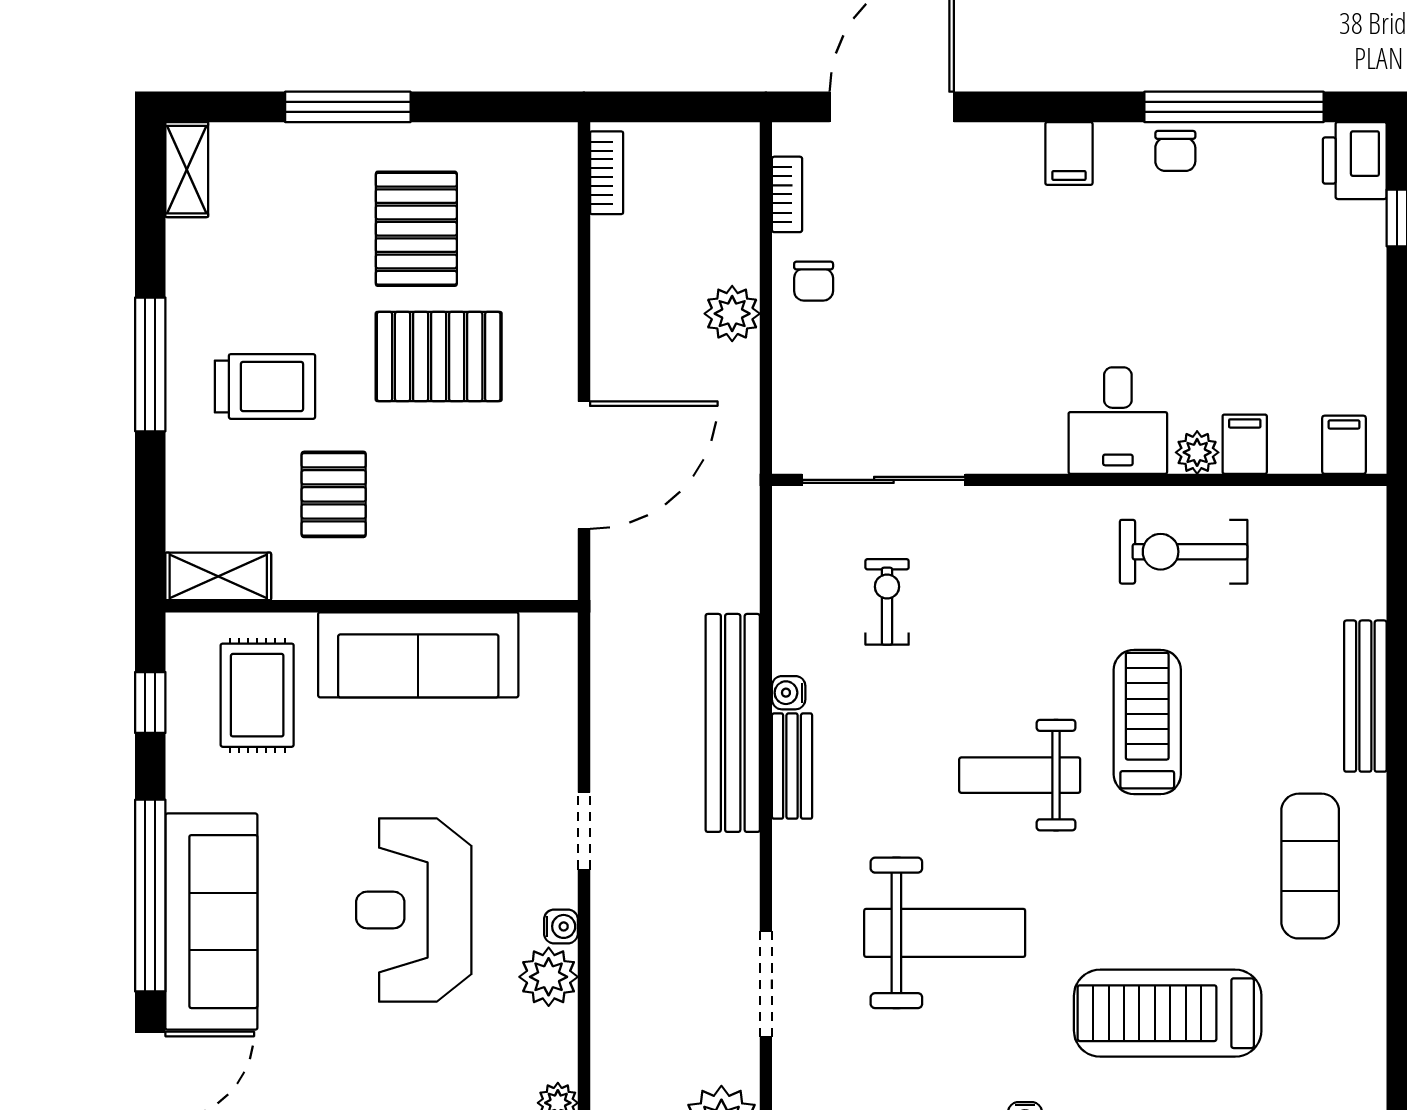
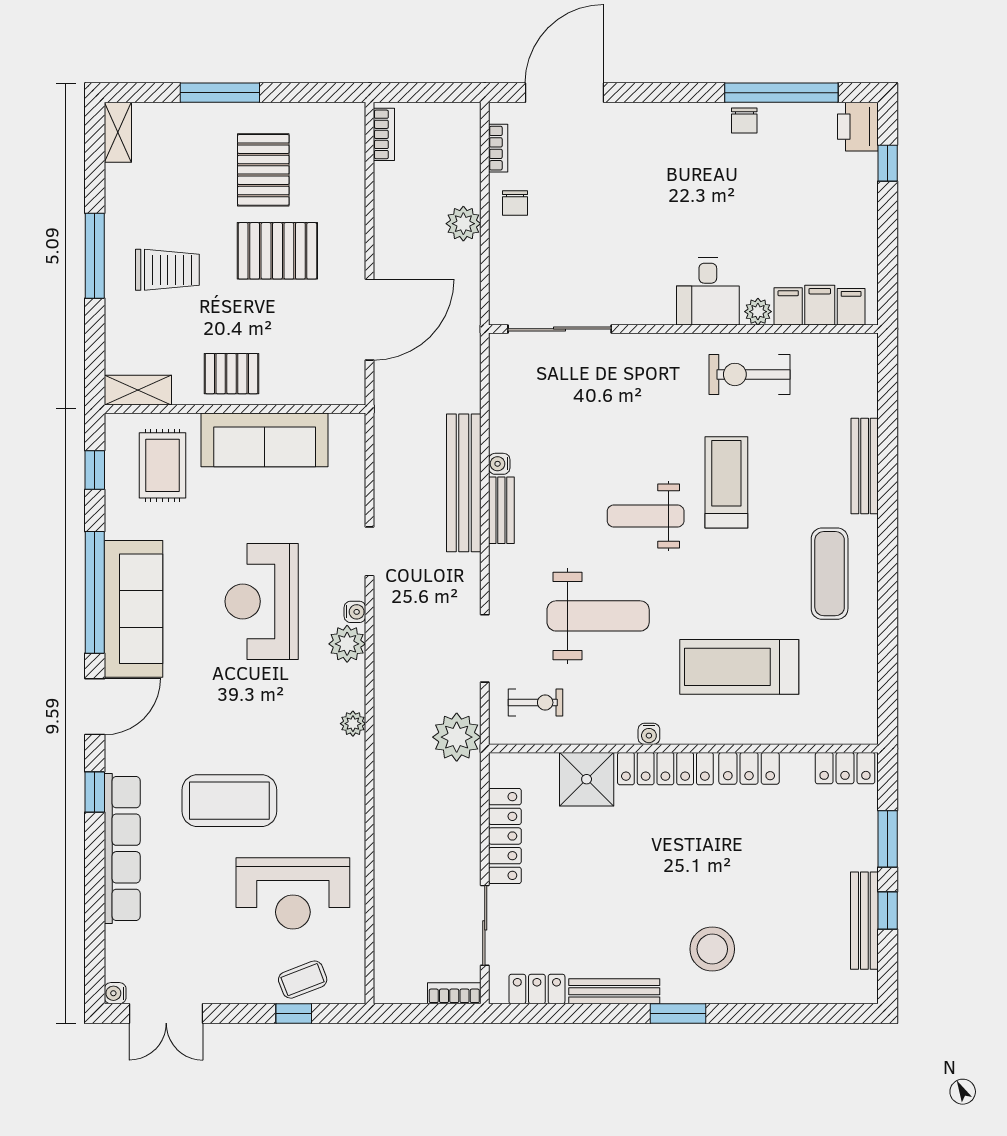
filing cabinet: (1069, 153) -> (820, 305), moved, turned 180
pallet: (334, 494) -> (231, 374), moved, turned 90
exercise bike: (887, 602) -> (535, 703), moved, turned 90

